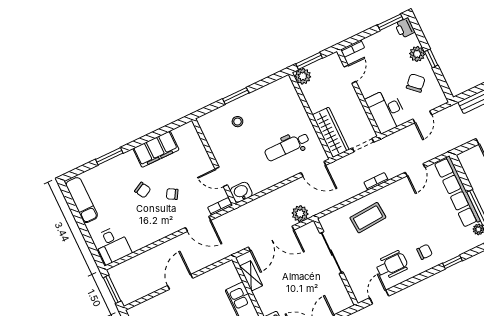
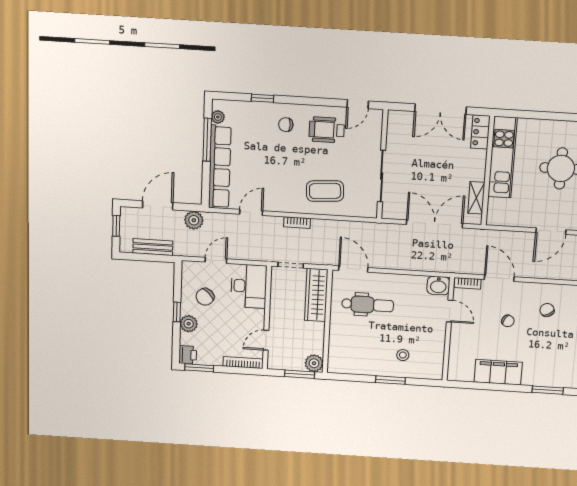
bookcase: (352, 49) -> (243, 363), width x1.56
chair: (143, 190) -> (547, 310), moved
plant: (300, 214) -> (194, 220), moved

